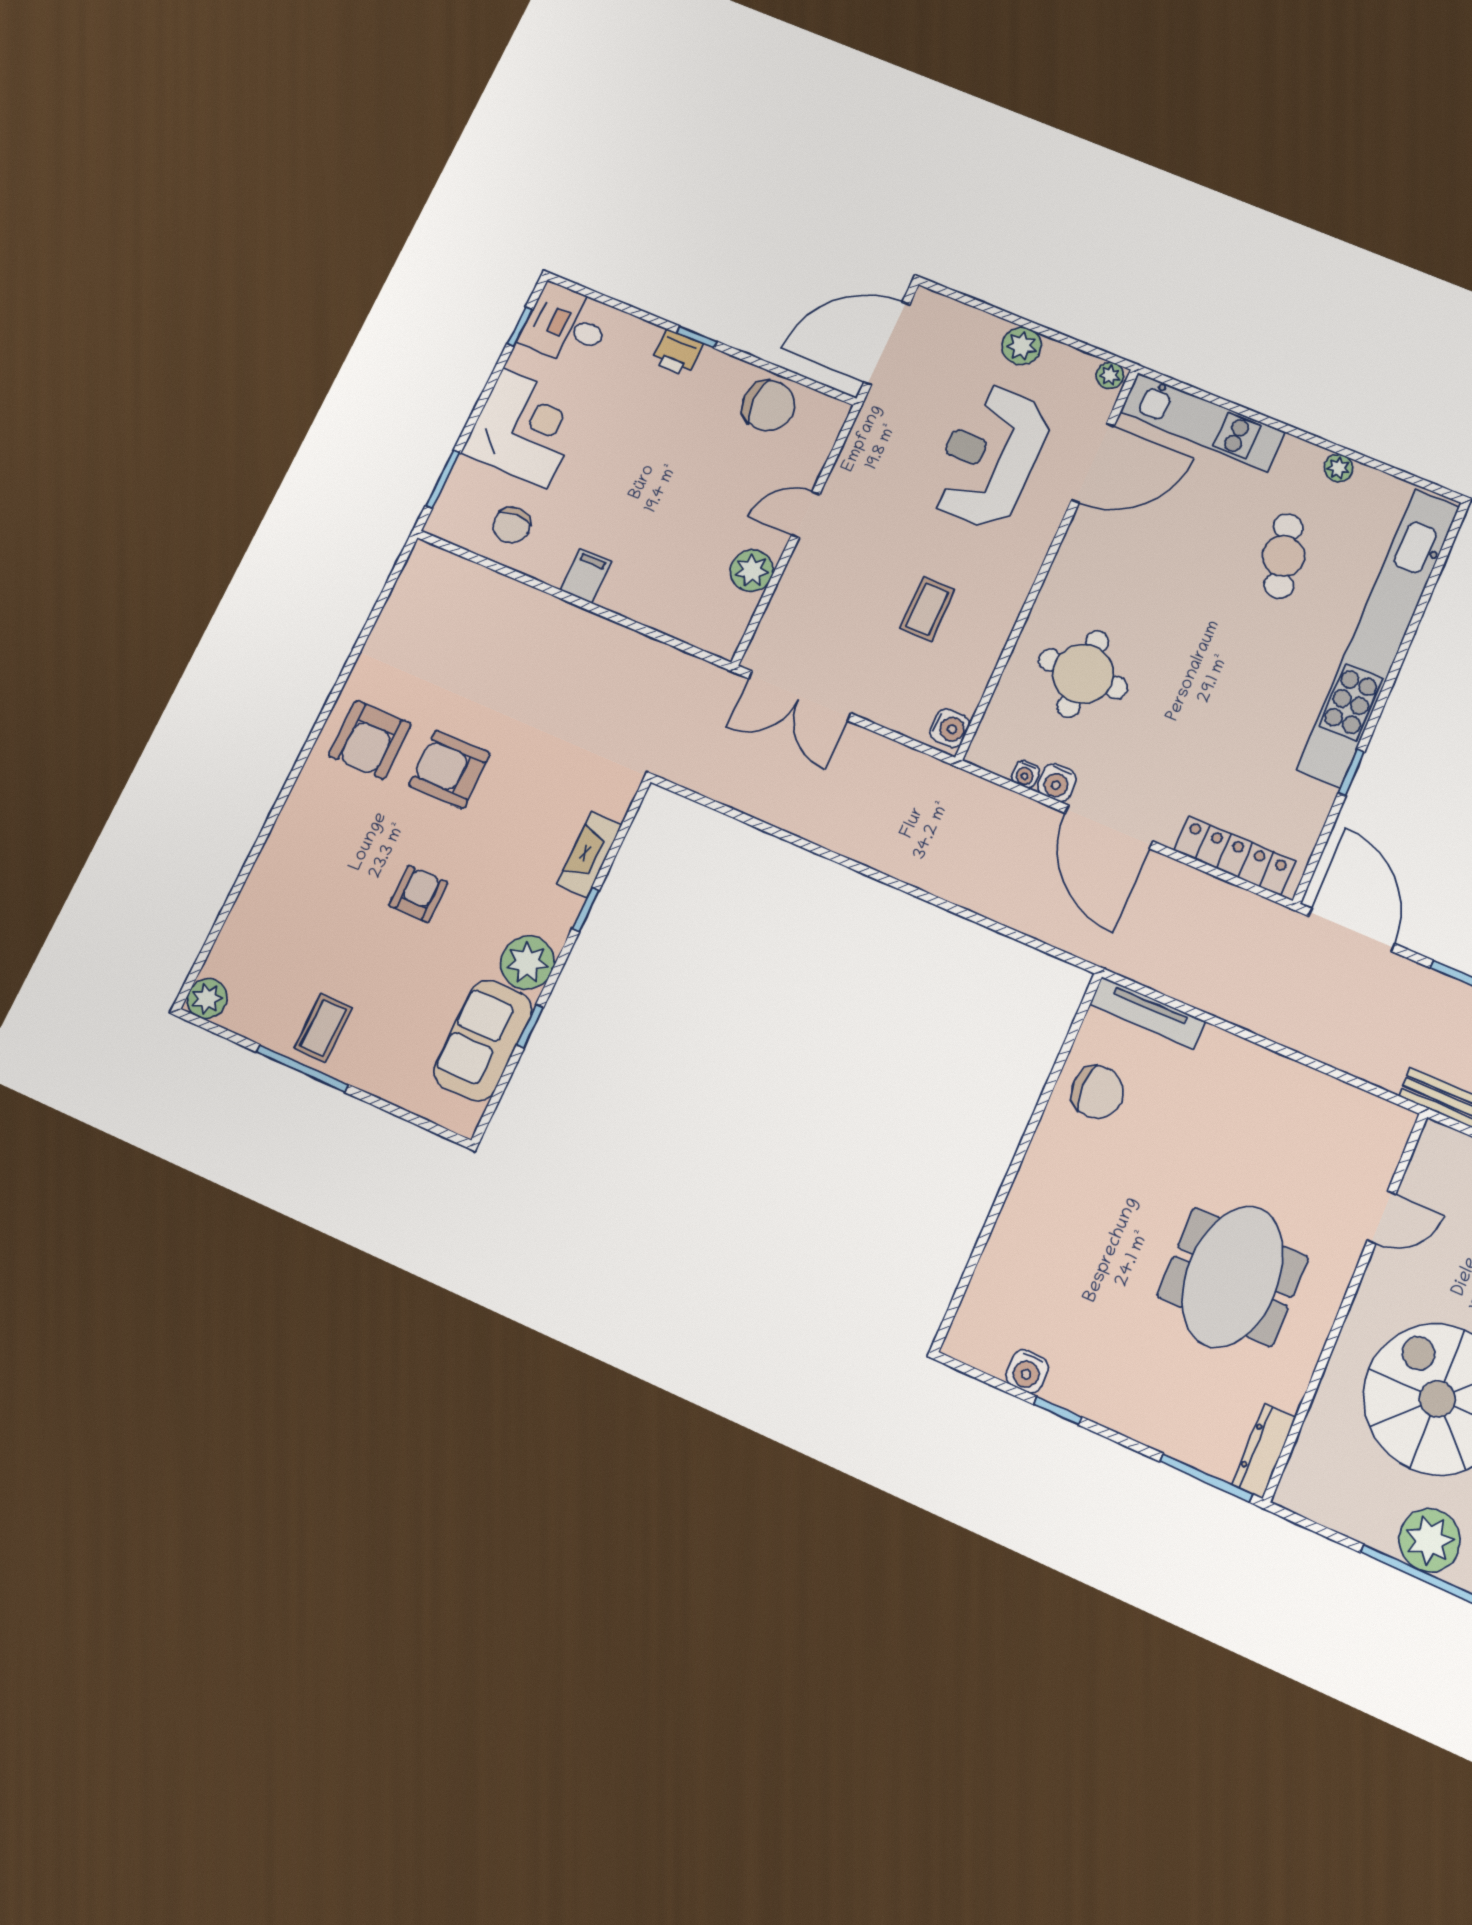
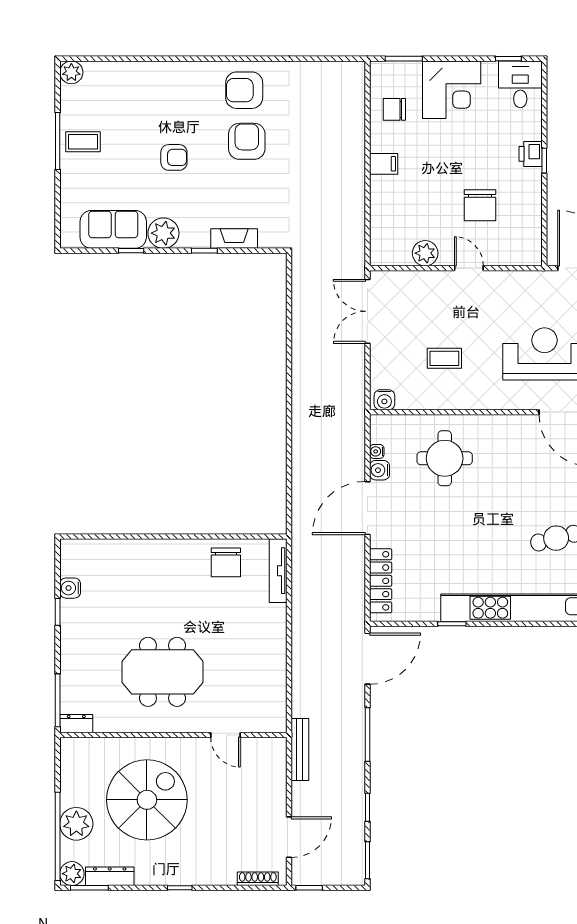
chair: (768, 406) -> (480, 205), moved
dresser: (1264, 1451) -> (76, 724), width x0.70

